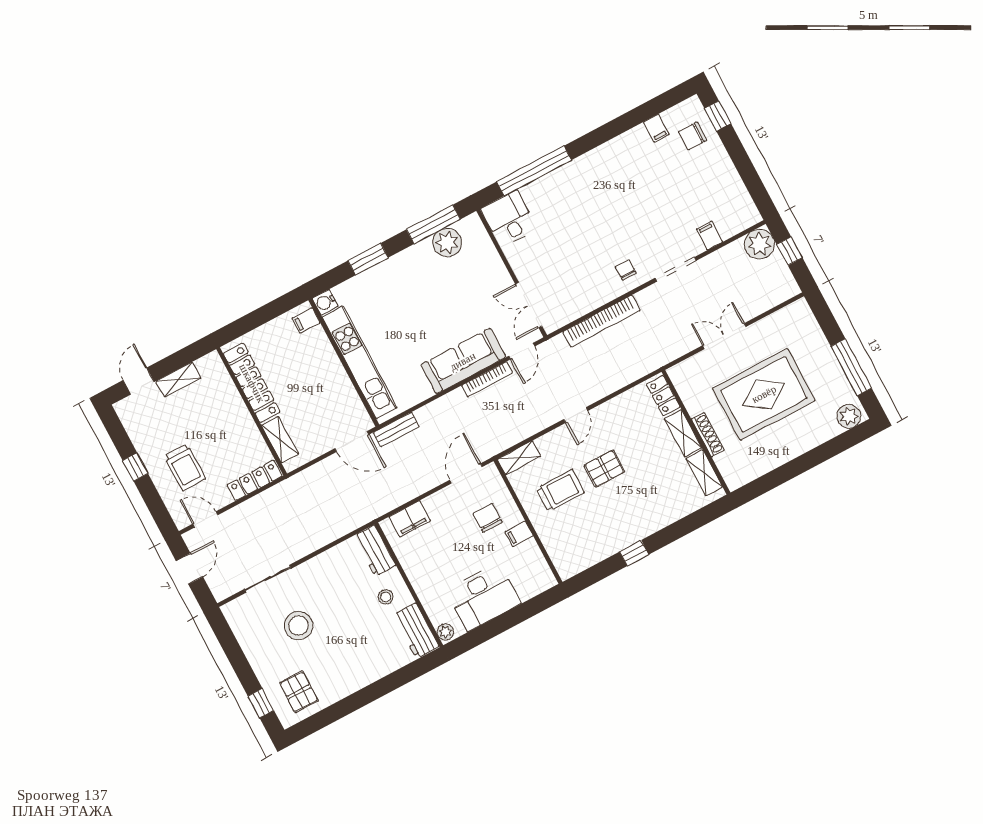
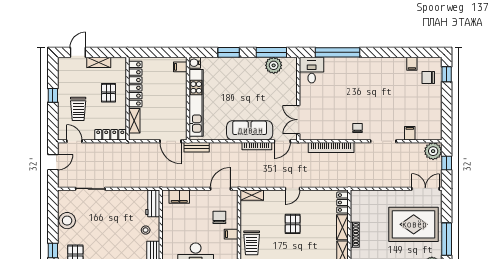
double door: (724, 336) -> (425, 189), moved
rug: (764, 394) -> (414, 224), moved
pallet: (218, 418) -> (108, 93), added
pallet: (604, 469) -> (293, 224), turned 90
trolley: (560, 491) -> (252, 243), moved, turned 90
stool: (299, 625) -> (67, 221), moved

